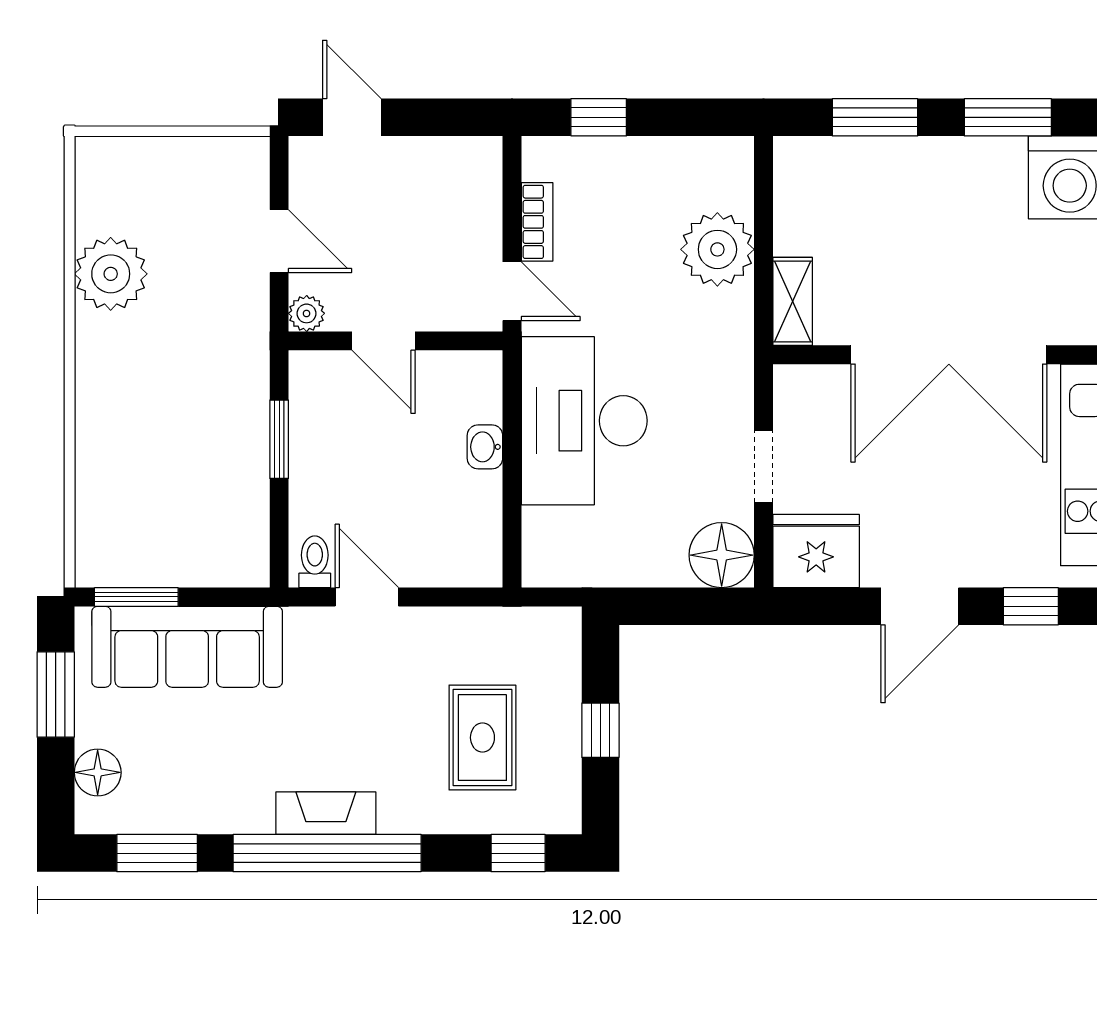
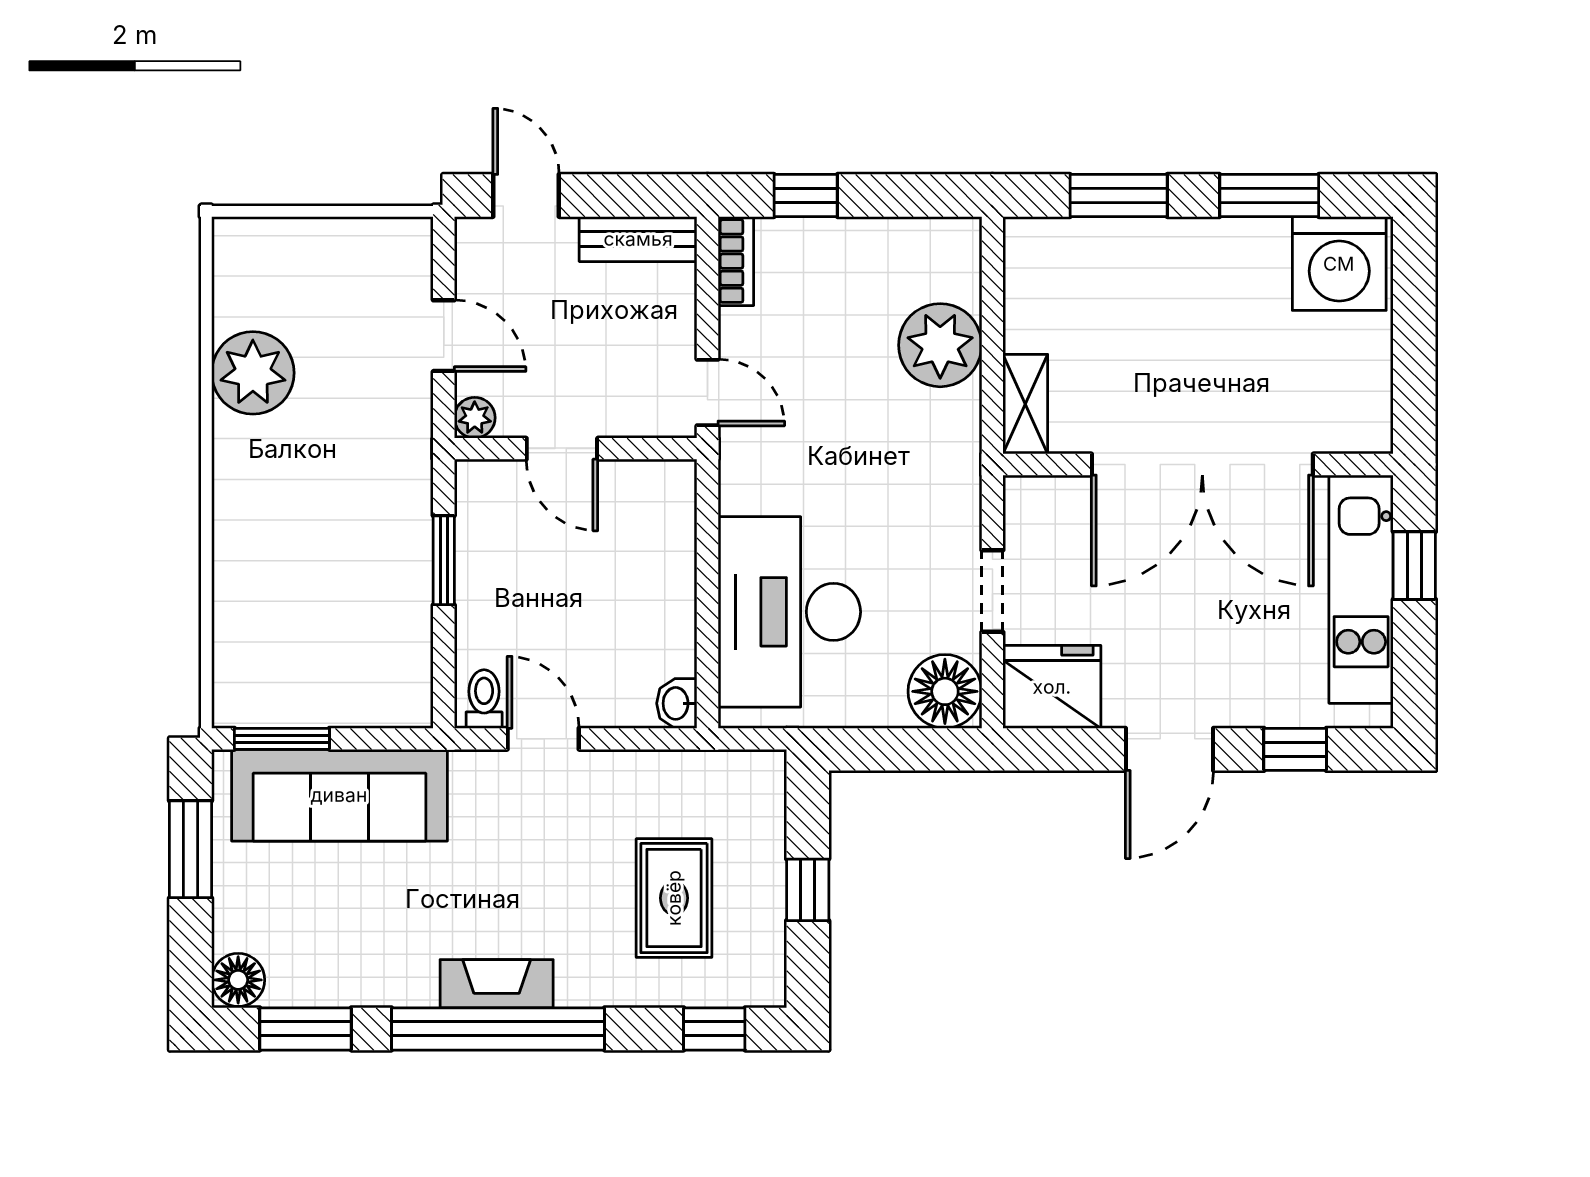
bench: (451, 156) -> (638, 239), added
bookcase: (537, 222) -> (736, 261), moved
desk: (584, 421) -> (789, 612), moved
washbasin: (485, 447) -> (677, 703), moved
floor lamp: (98, 772) -> (238, 980), moved

